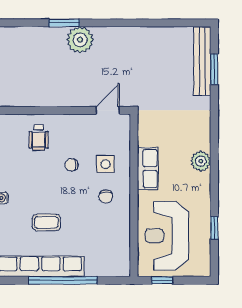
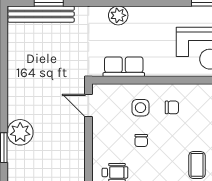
plant: (201, 161) -> (118, 15), moved
row of seats: (148, 169) -> (124, 67), moved

